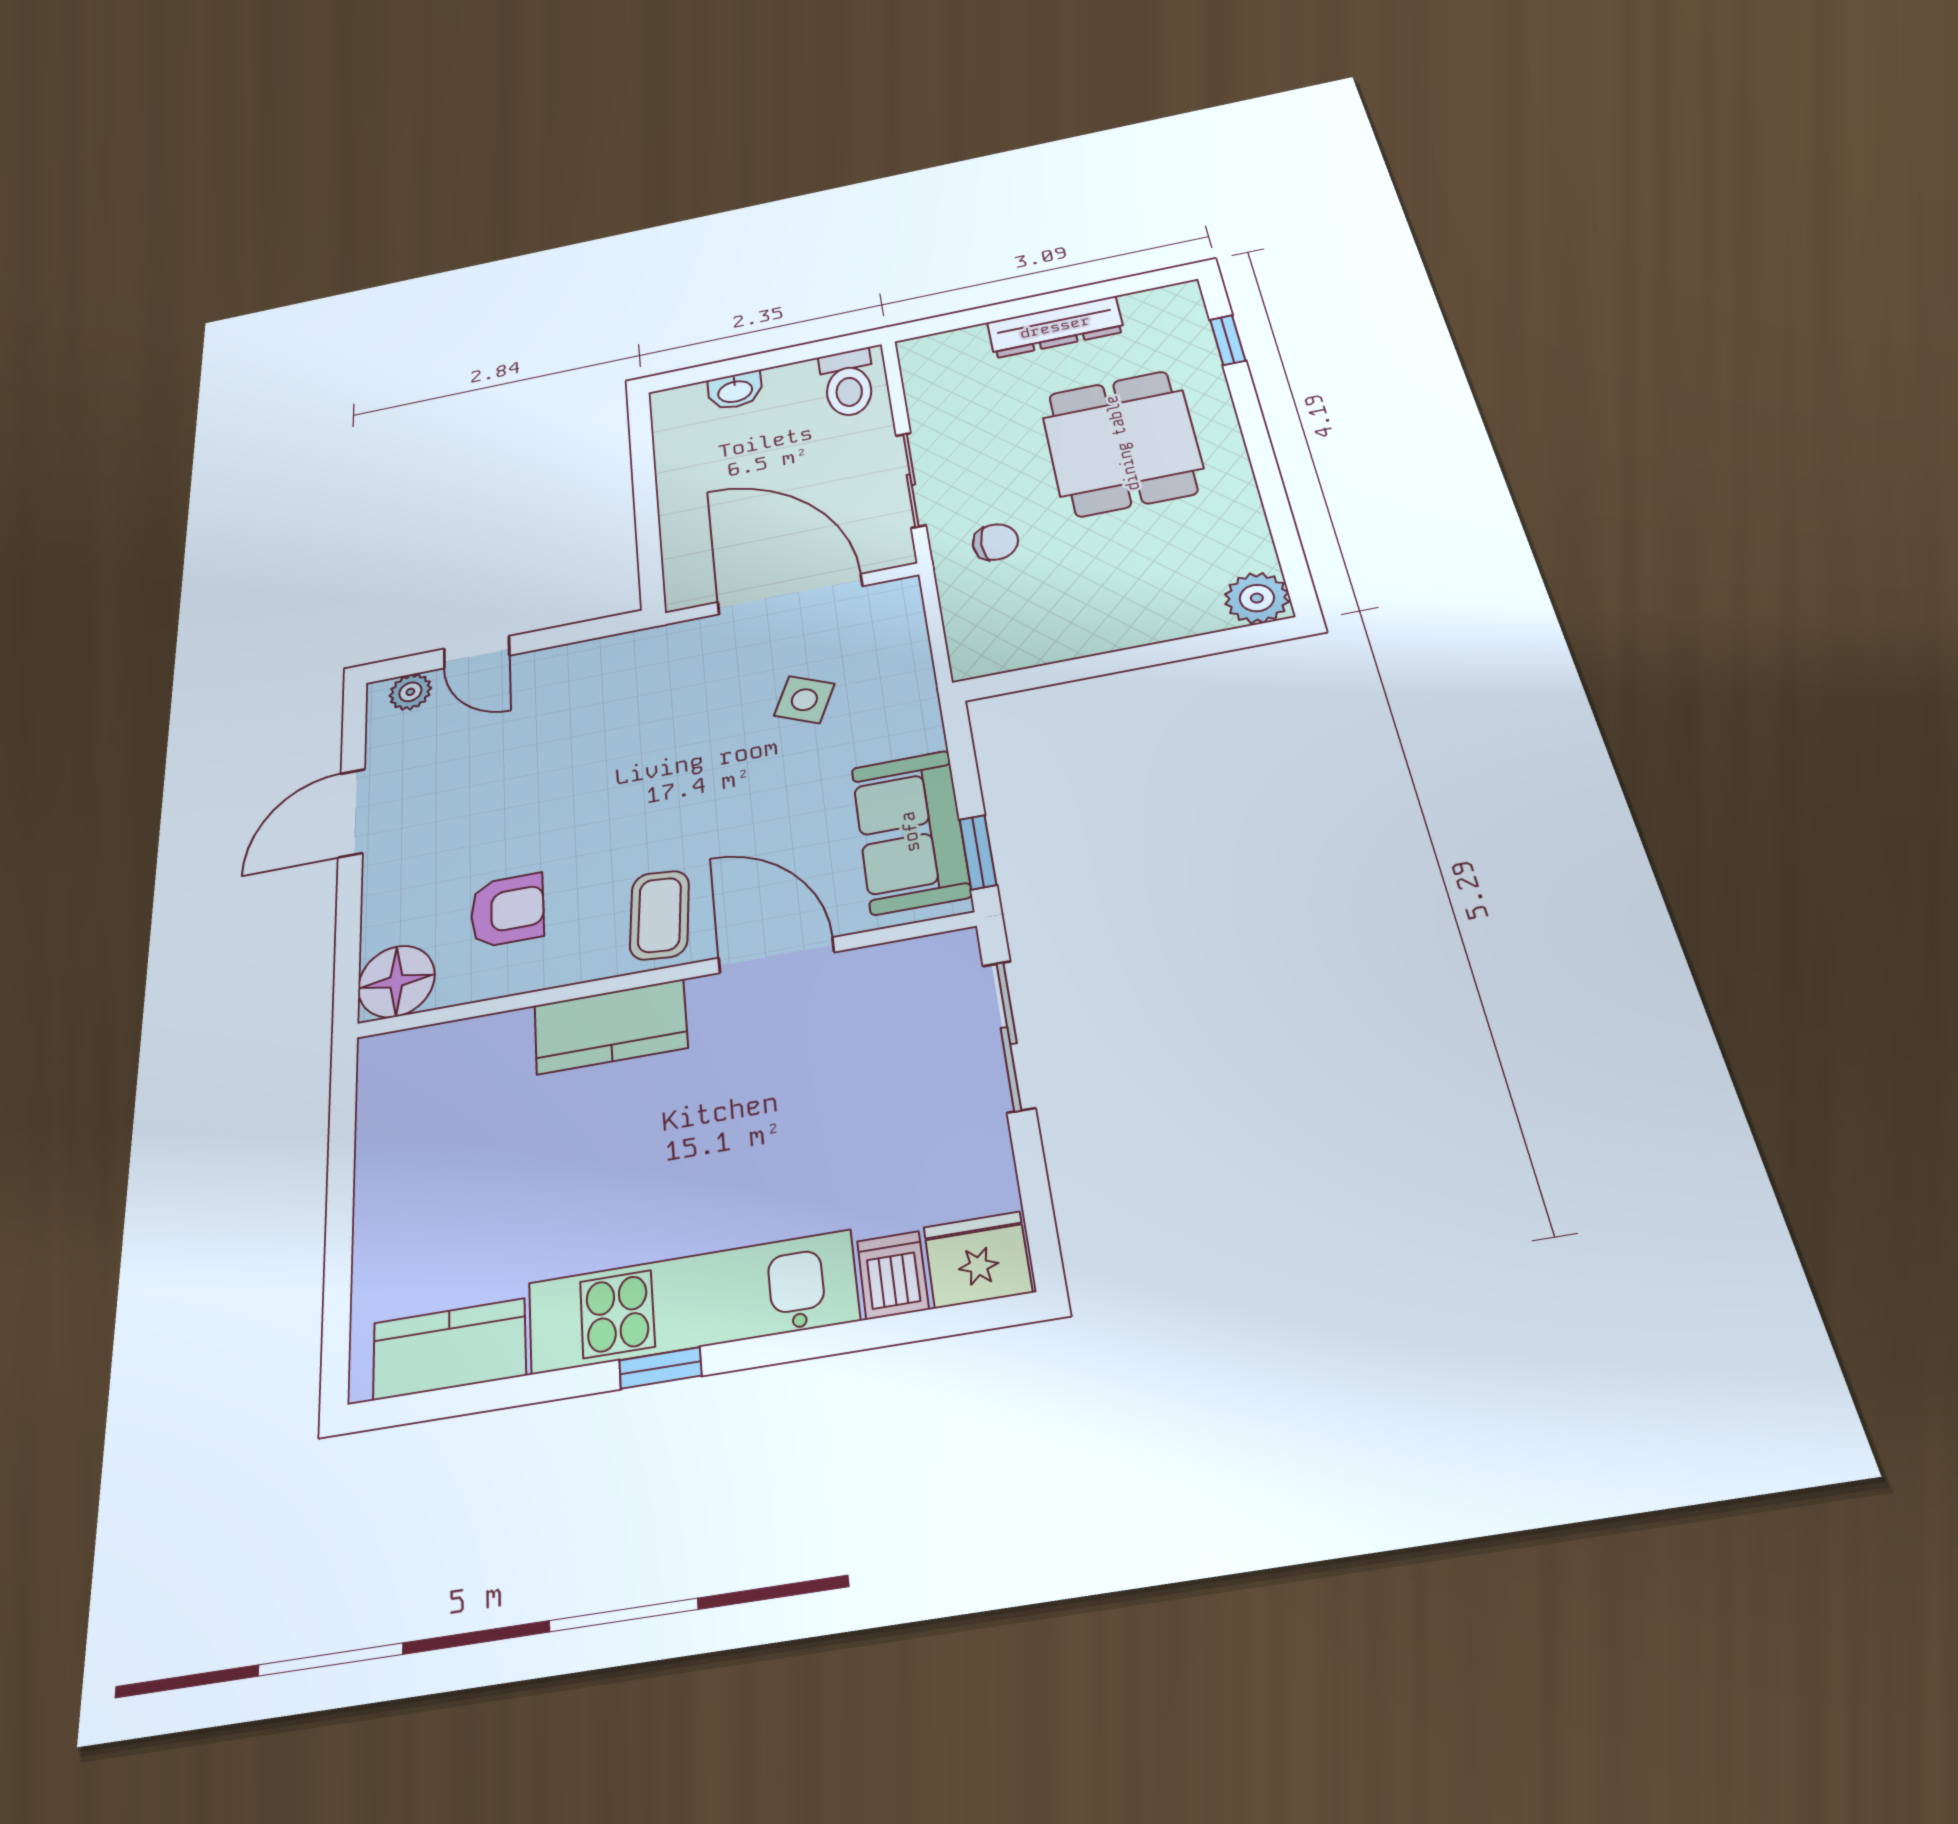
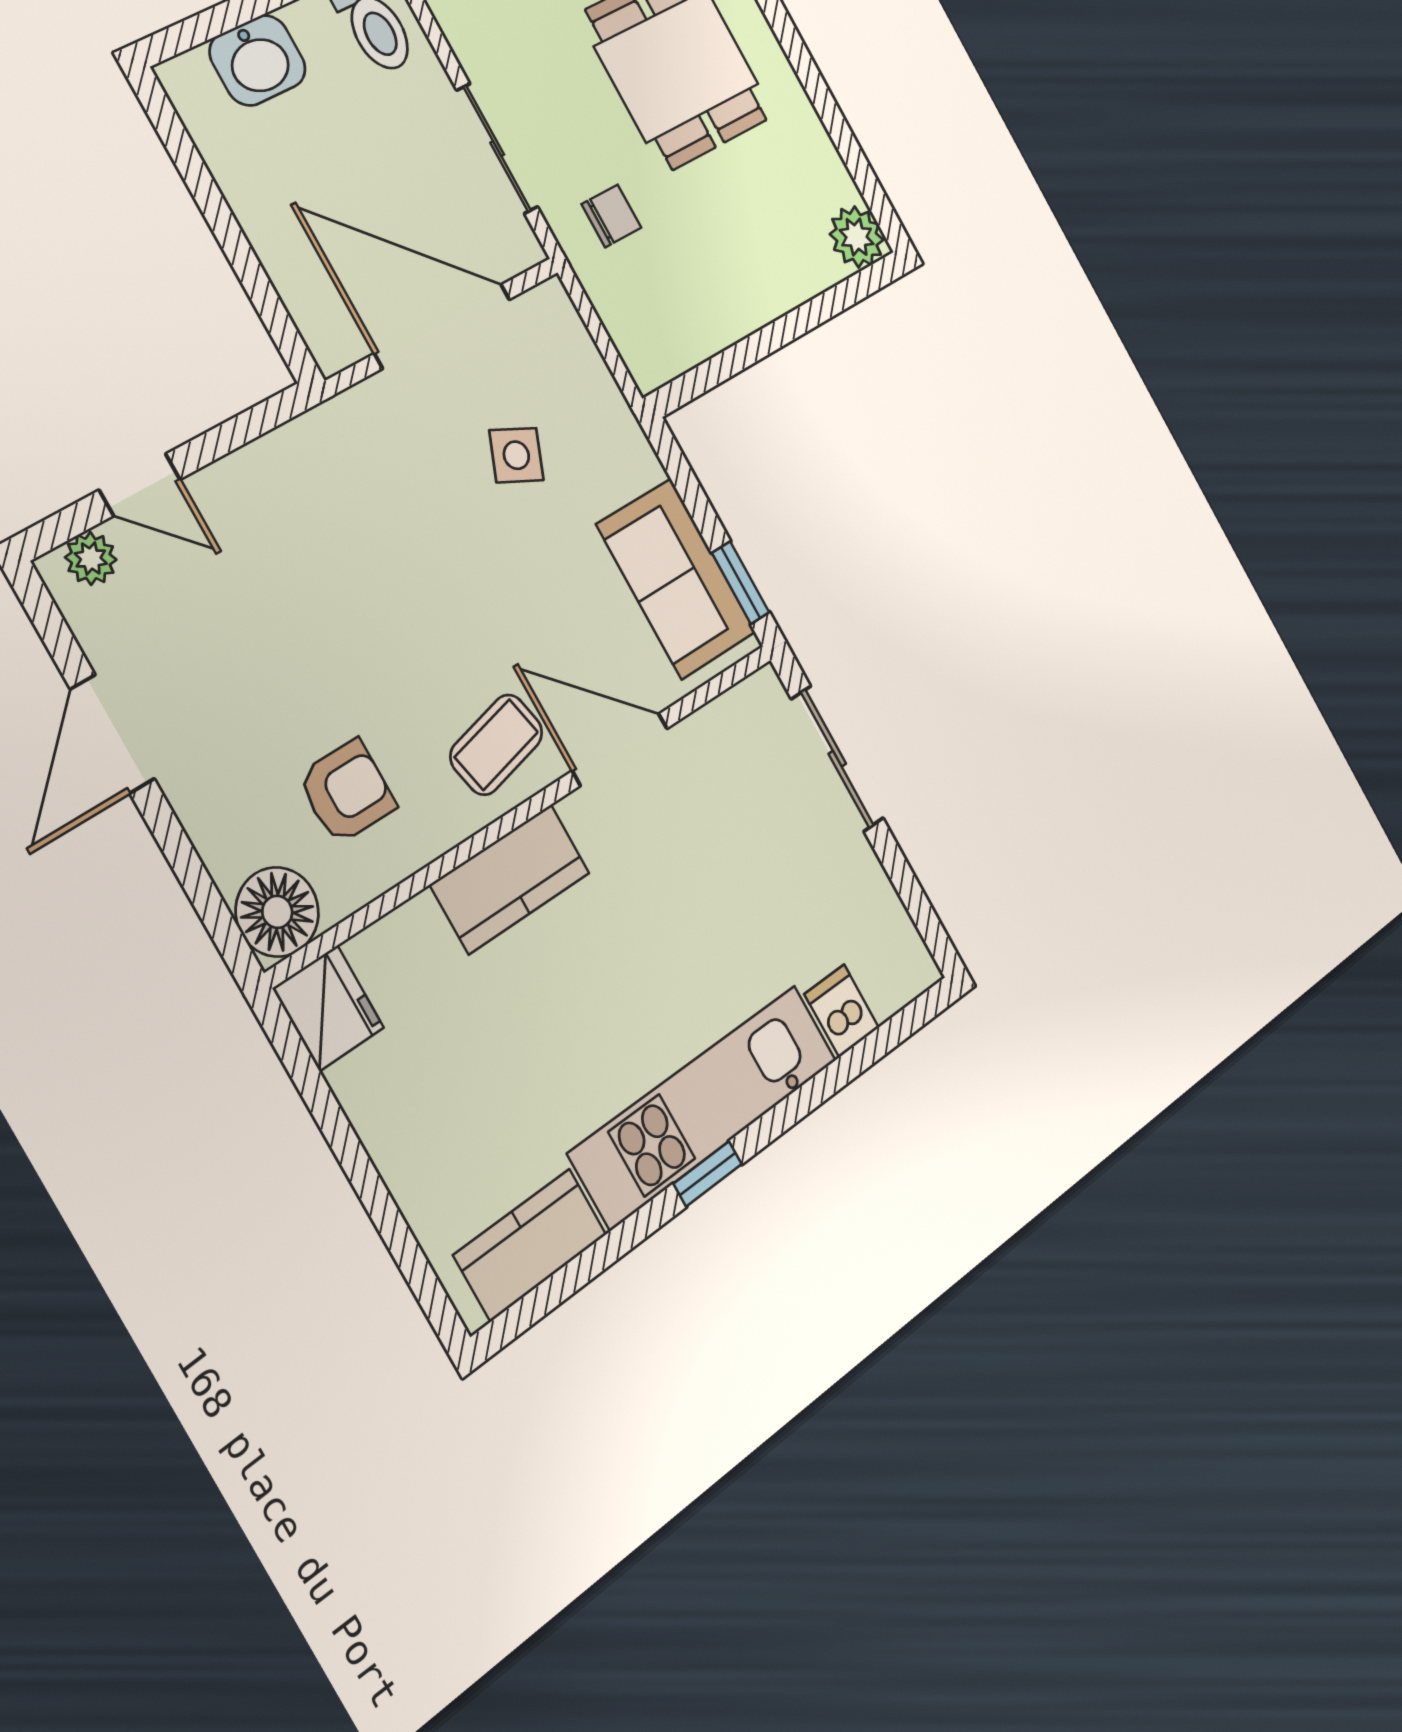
washbasin: (735, 391) -> (258, 60), width x1.38, depth x1.45
coffee table: (660, 915) -> (496, 745), turned 72
fridge: (978, 1260) -> (328, 1008), moved, turned 90

